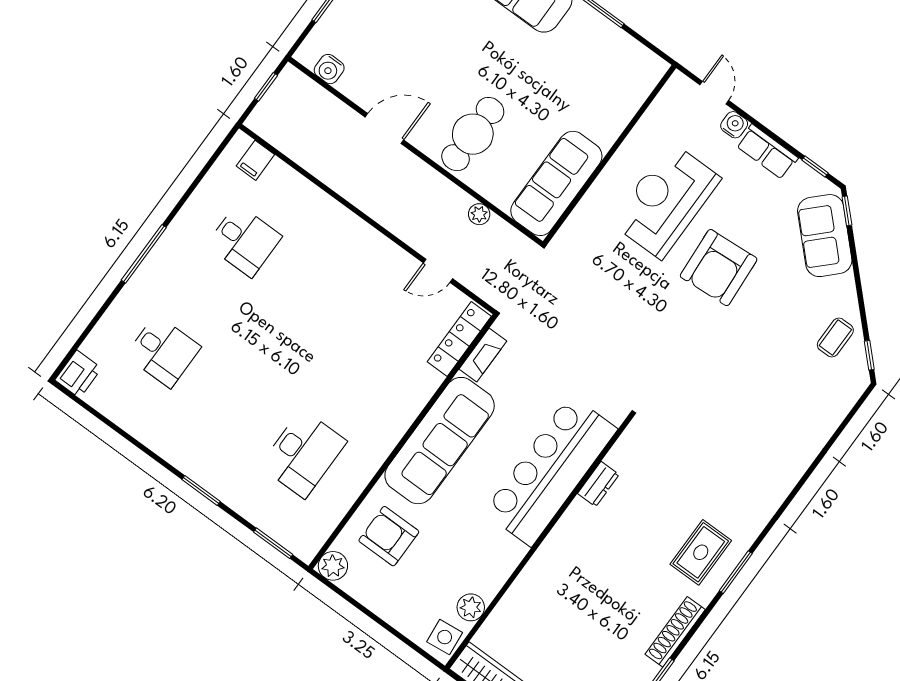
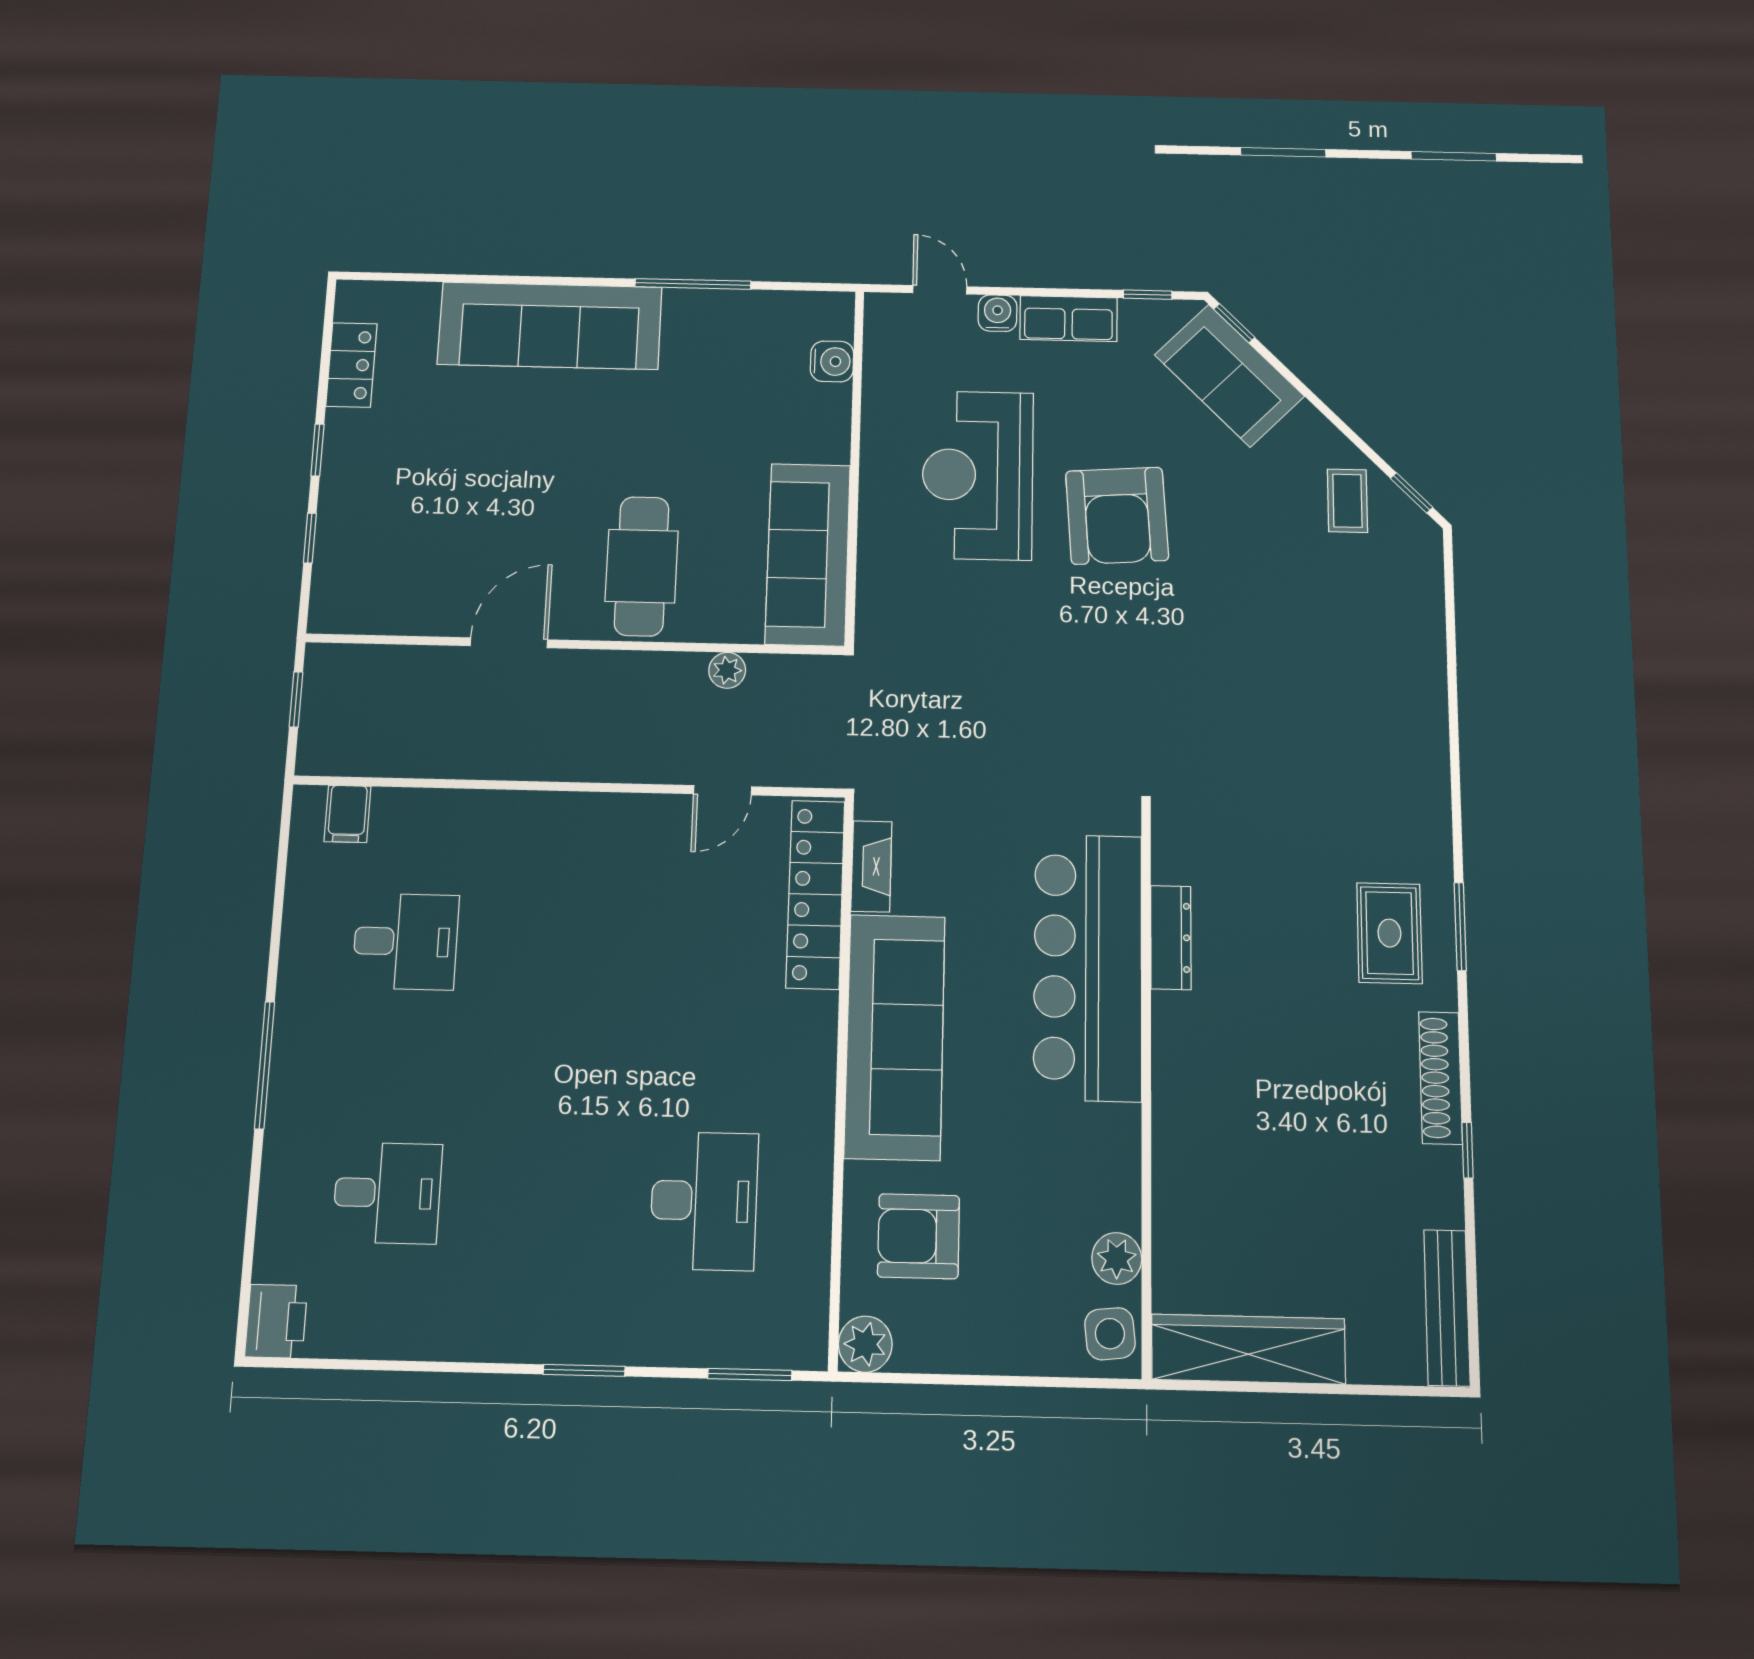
water cooler: (329, 69) -> (832, 361), moved, turned -90
locker: (459, 339) -> (815, 894), width x1.41, depth x1.21
dresser: (598, 484) -> (1171, 937), width x1.44

